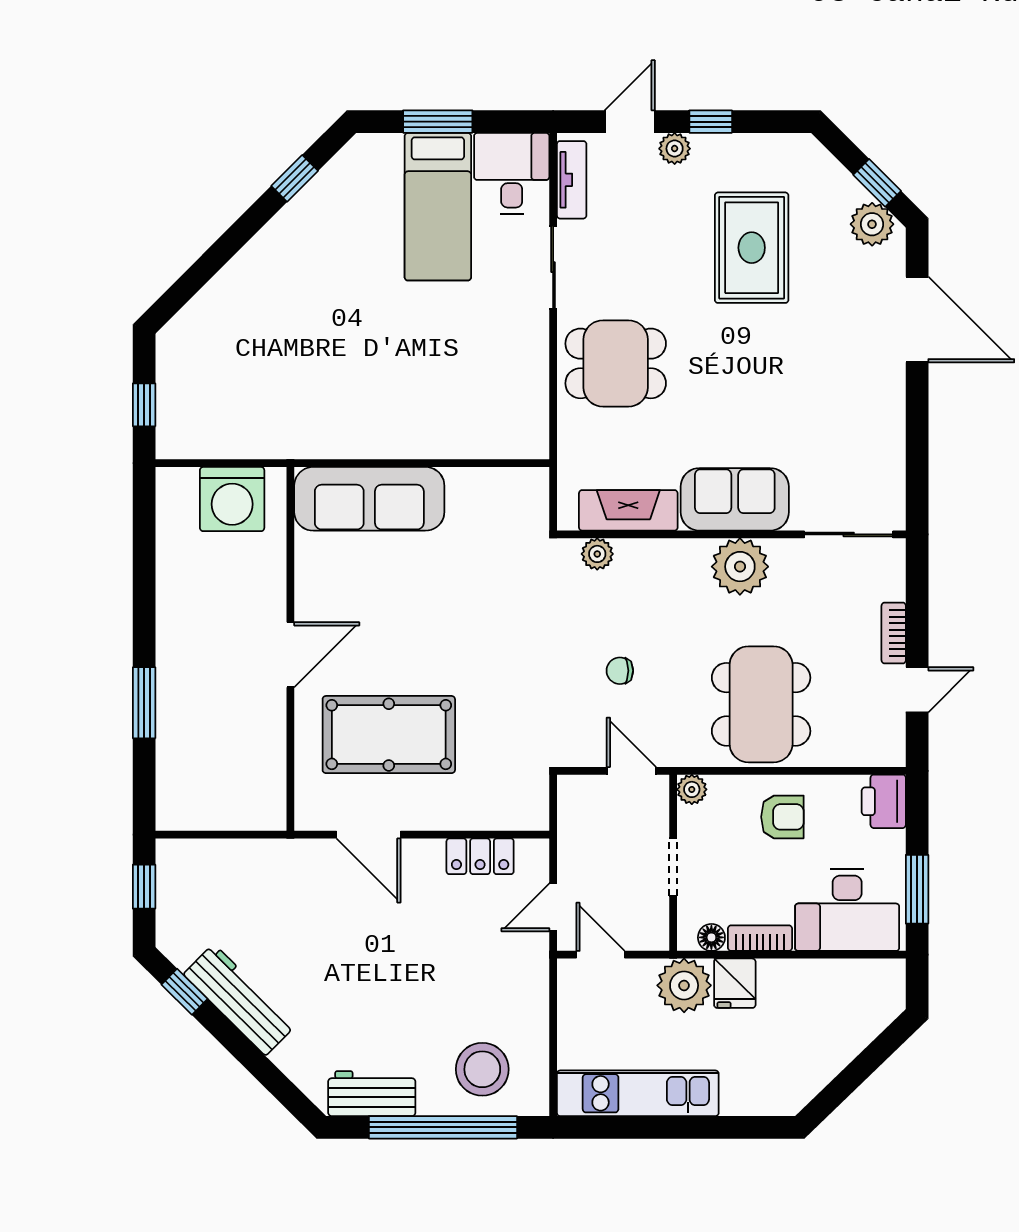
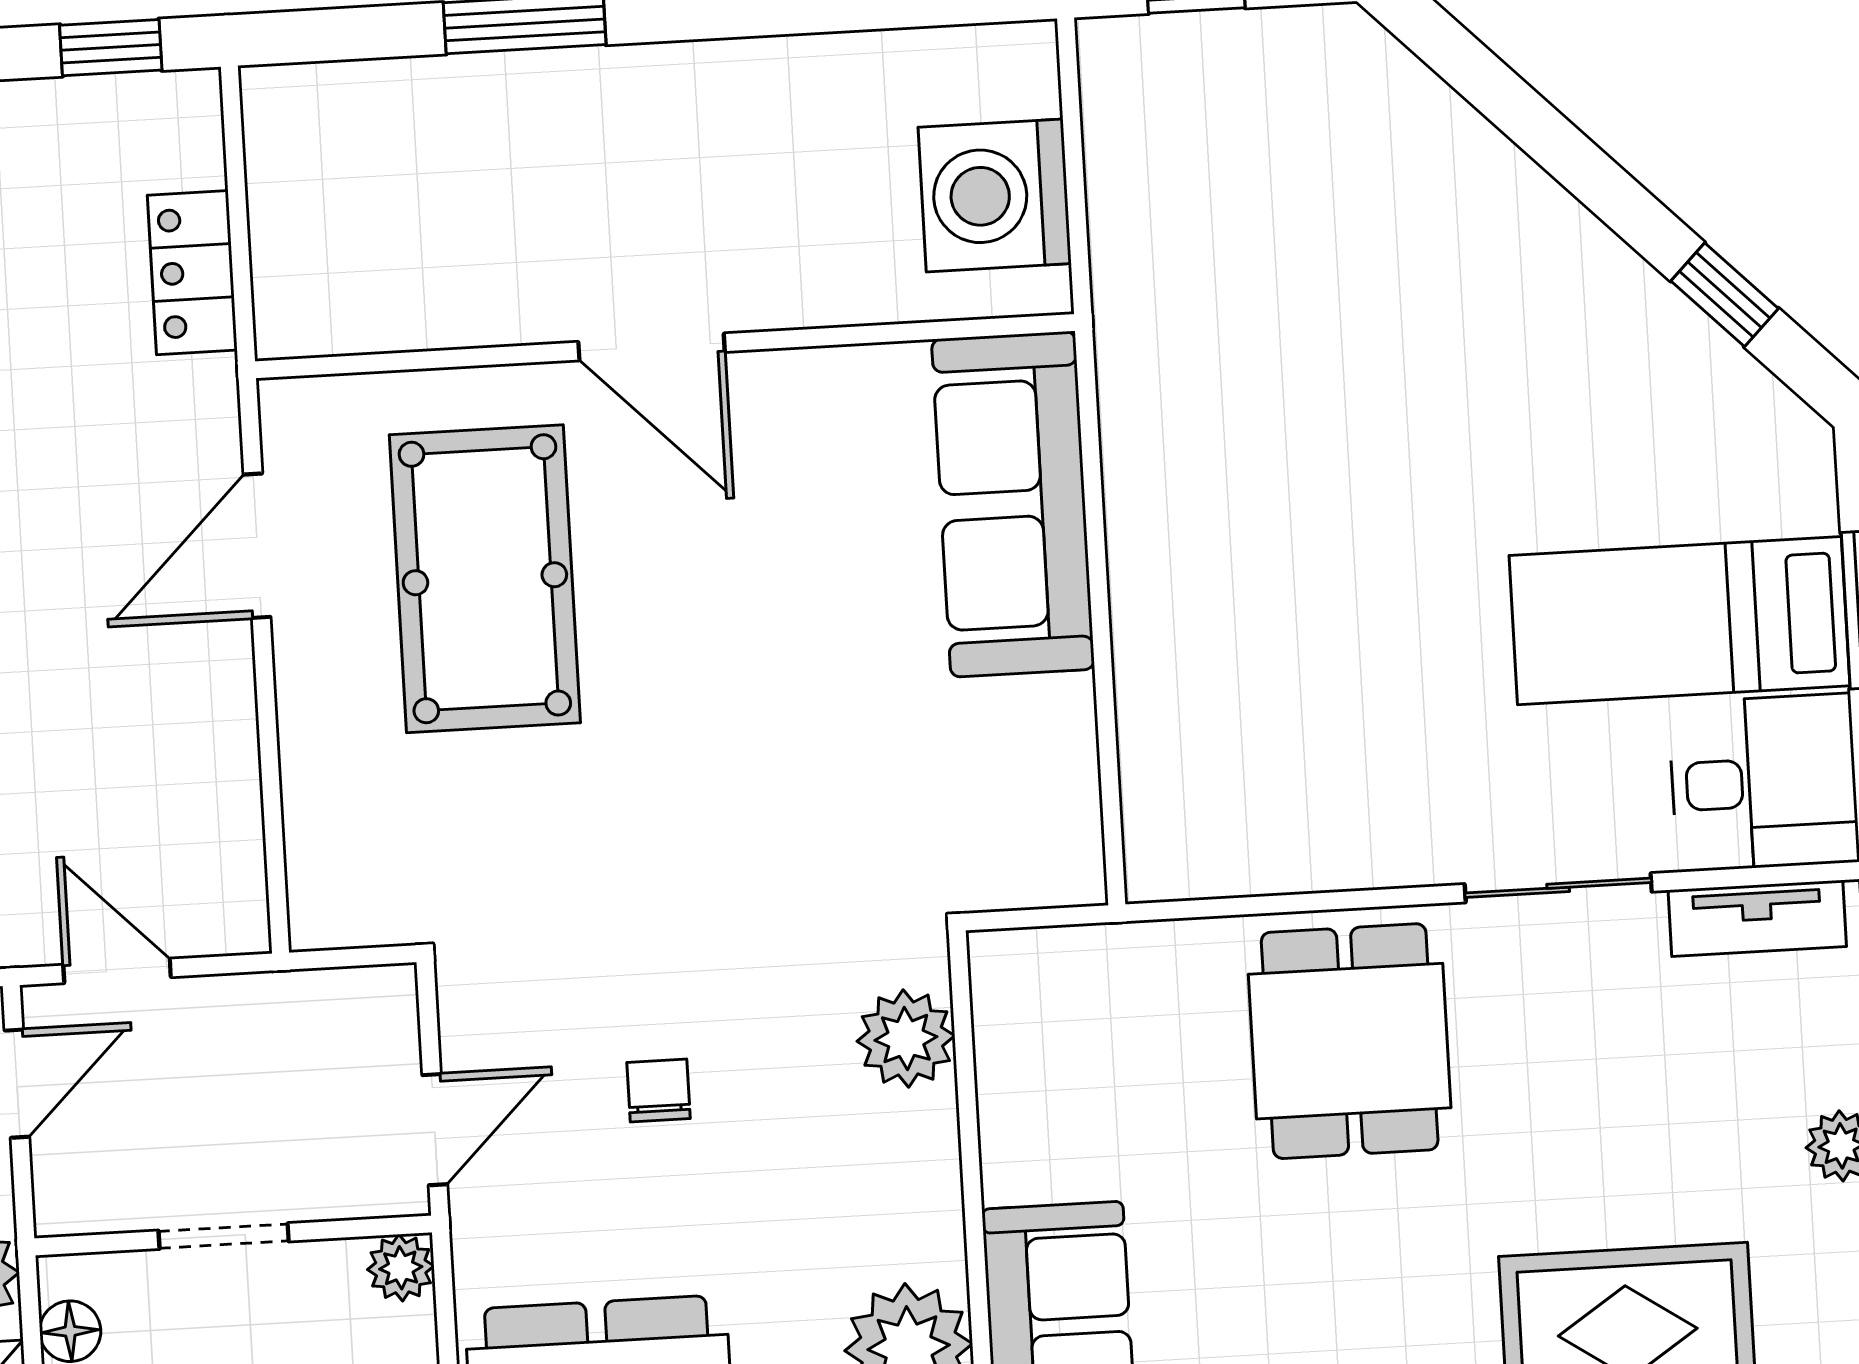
fireplace: (628, 510) -> (1021, 1089), removed
plant: (597, 554) -> (906, 1039), width x1.38, depth x1.38
locker: (480, 856) -> (192, 273), moved

